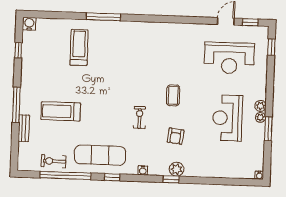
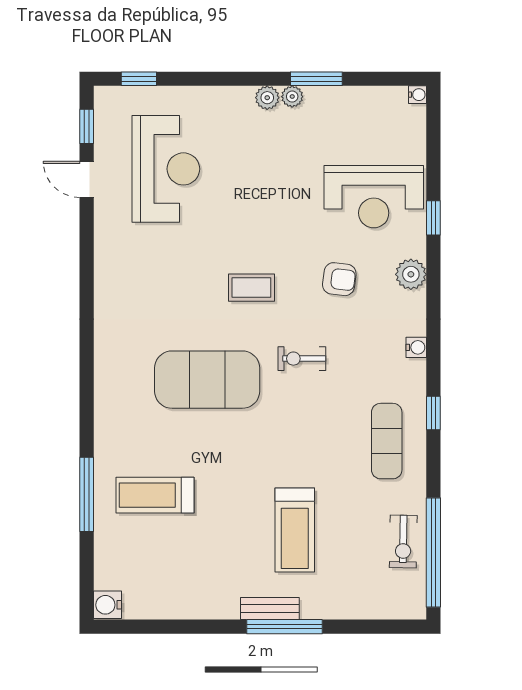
window: (103, 17) -> (87, 494), moved
window: (18, 50) -> (166, 627), removed
exercise mat: (131, 73) -> (207, 380), added
reception desk: (227, 118) -> (374, 197), moved
bench: (24, 128) -> (270, 608), moved
exercise mat: (100, 155) -> (387, 441), width x0.73, depth x0.69
window: (66, 175) -> (433, 552), moved
window: (171, 179) -> (433, 218), moved

